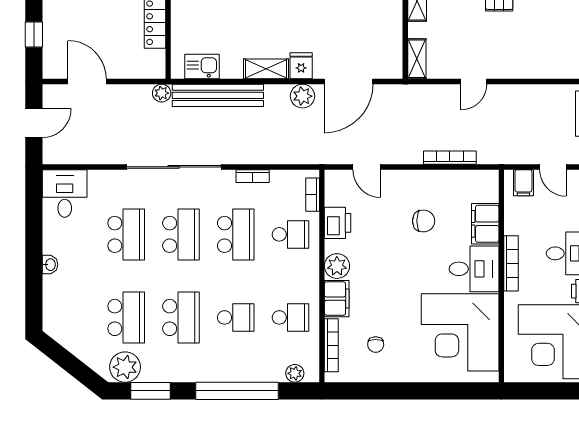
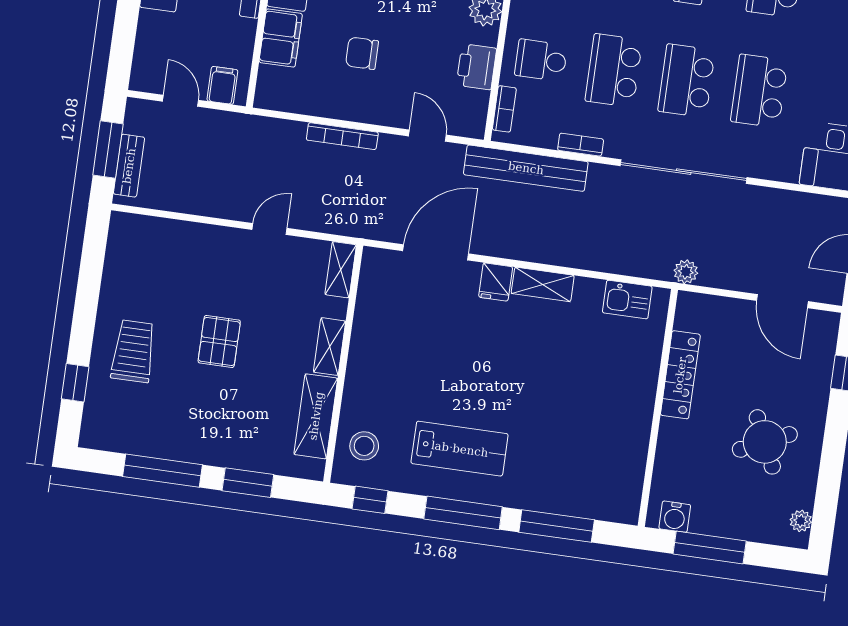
bench: (218, 95) -> (526, 168), moved
plant: (302, 96) -> (499, 242), removed
bookcase: (450, 158) -> (342, 136), moved

